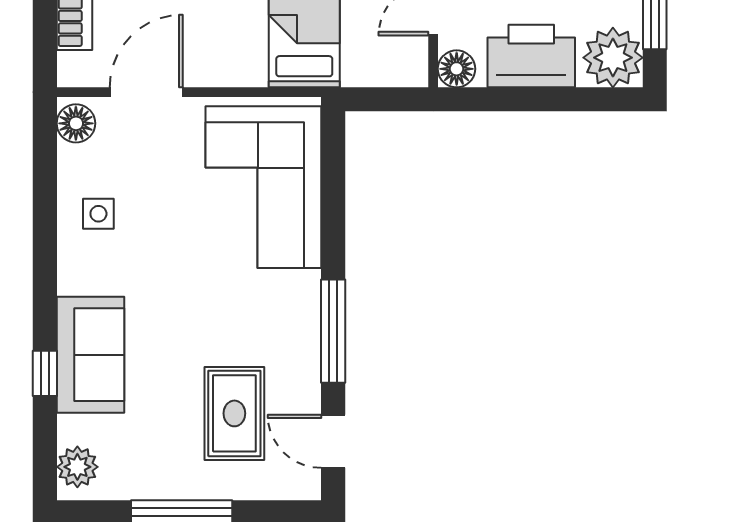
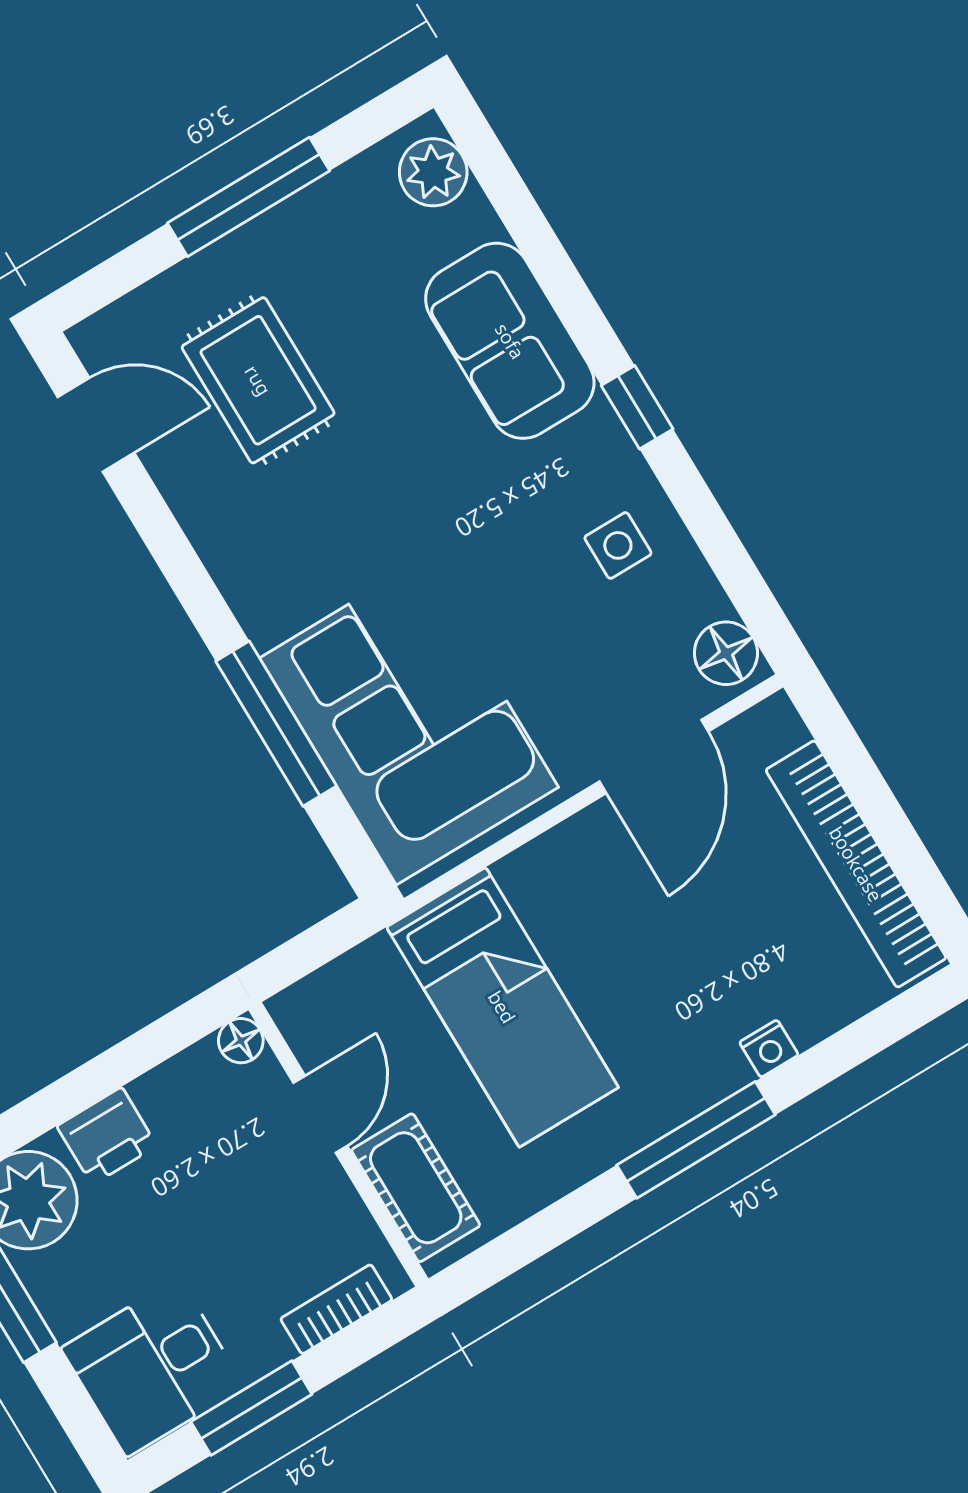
printer: (531, 56) -> (107, 1136), width x0.53, depth x0.68
floor lamp: (457, 69) -> (241, 1041), width x0.73, depth x0.73
window: (333, 331) -> (276, 724), moved
window: (45, 373) -> (637, 407), moved

